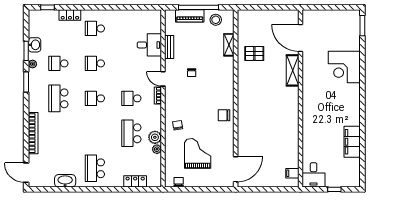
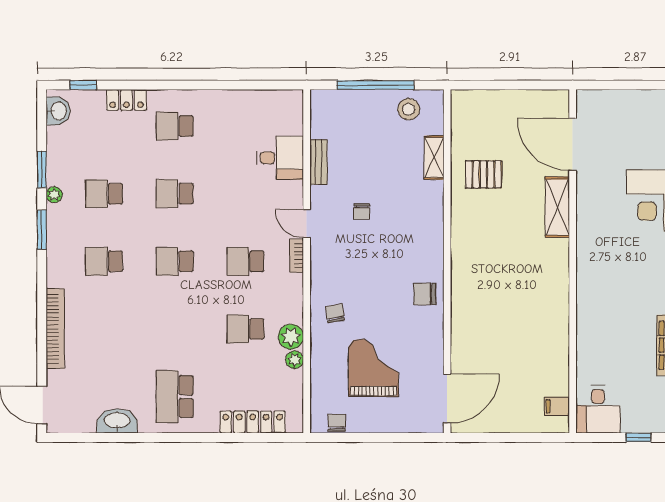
piano: (190, 16) -> (358, 102), removed
washbasin: (35, 45) -> (58, 111), moved
school desk: (58, 98) -> (104, 261), width x0.54
school desk: (131, 133) -> (245, 329), width x0.54
locker: (135, 181) -> (253, 422), width x1.53

